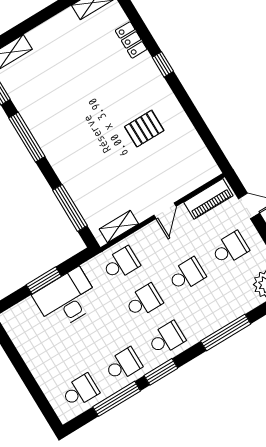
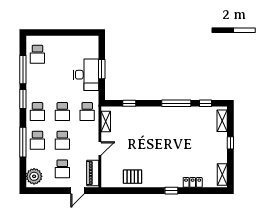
window: (37, 19) -> (230, 143), added
pallet: (144, 129) -> (133, 177), moved, turned 90
window: (70, 208) -> (129, 103), width x0.46
door: (165, 211) -> (100, 149), swing flipped
school desk: (123, 365) -> (37, 140), moved

